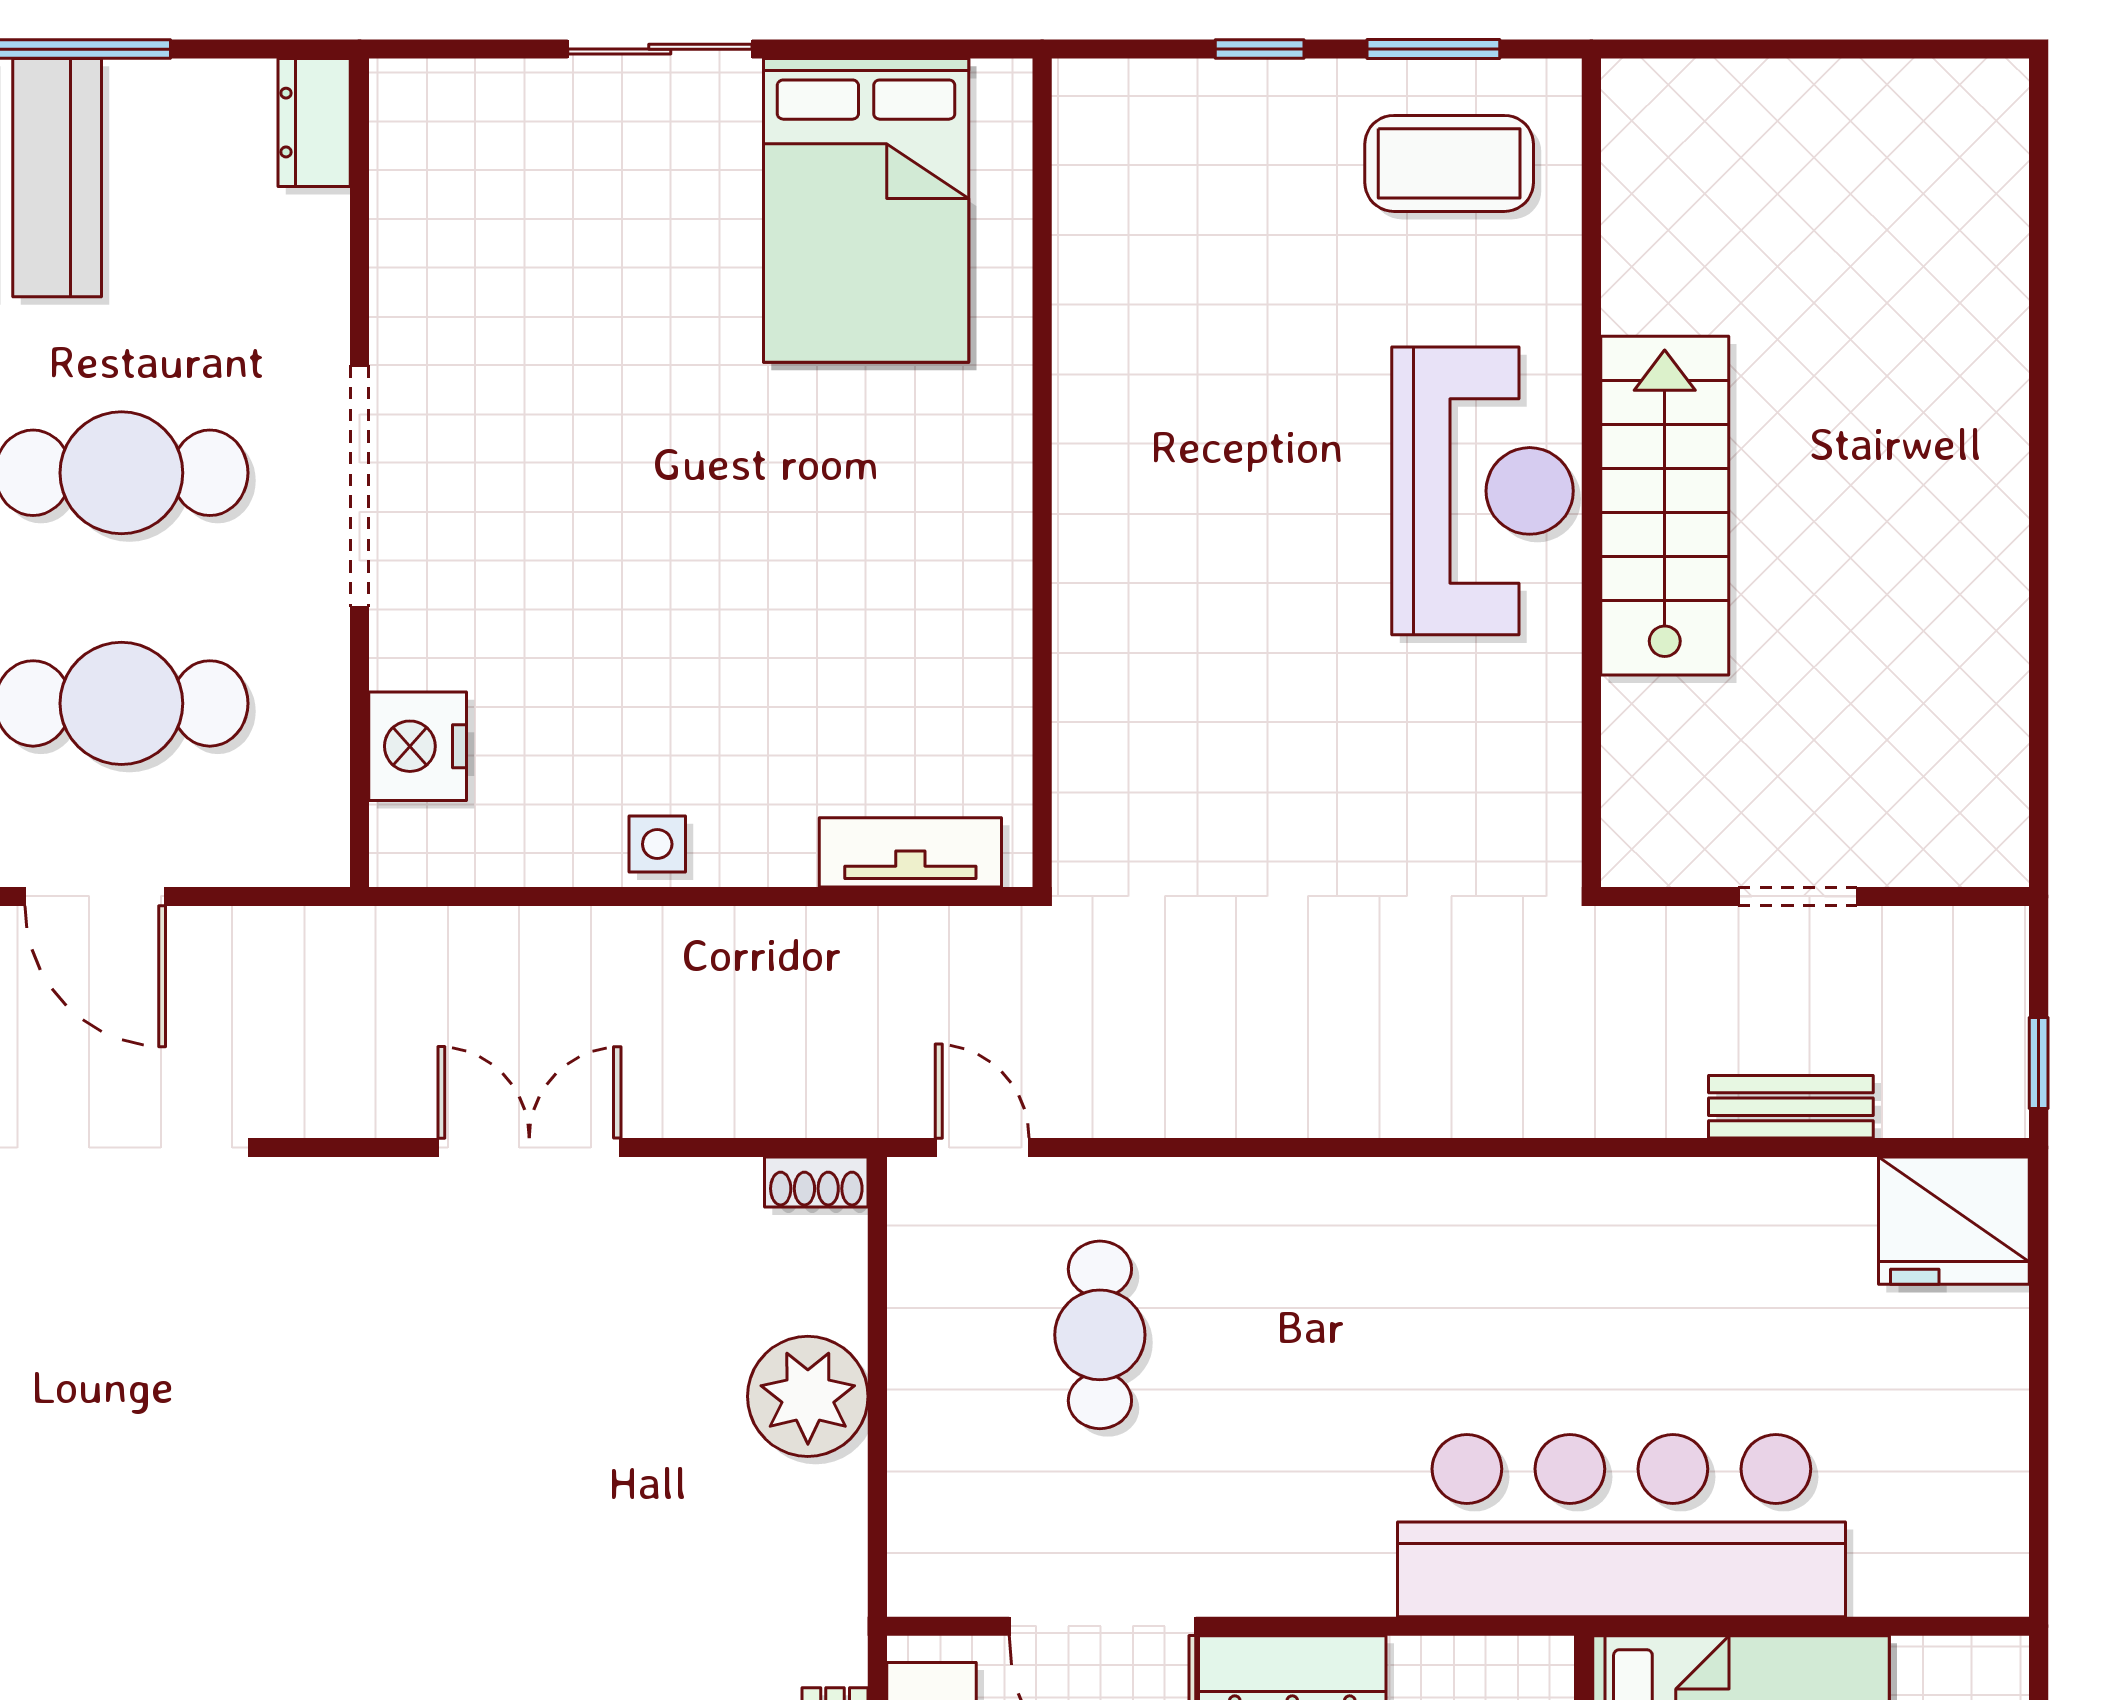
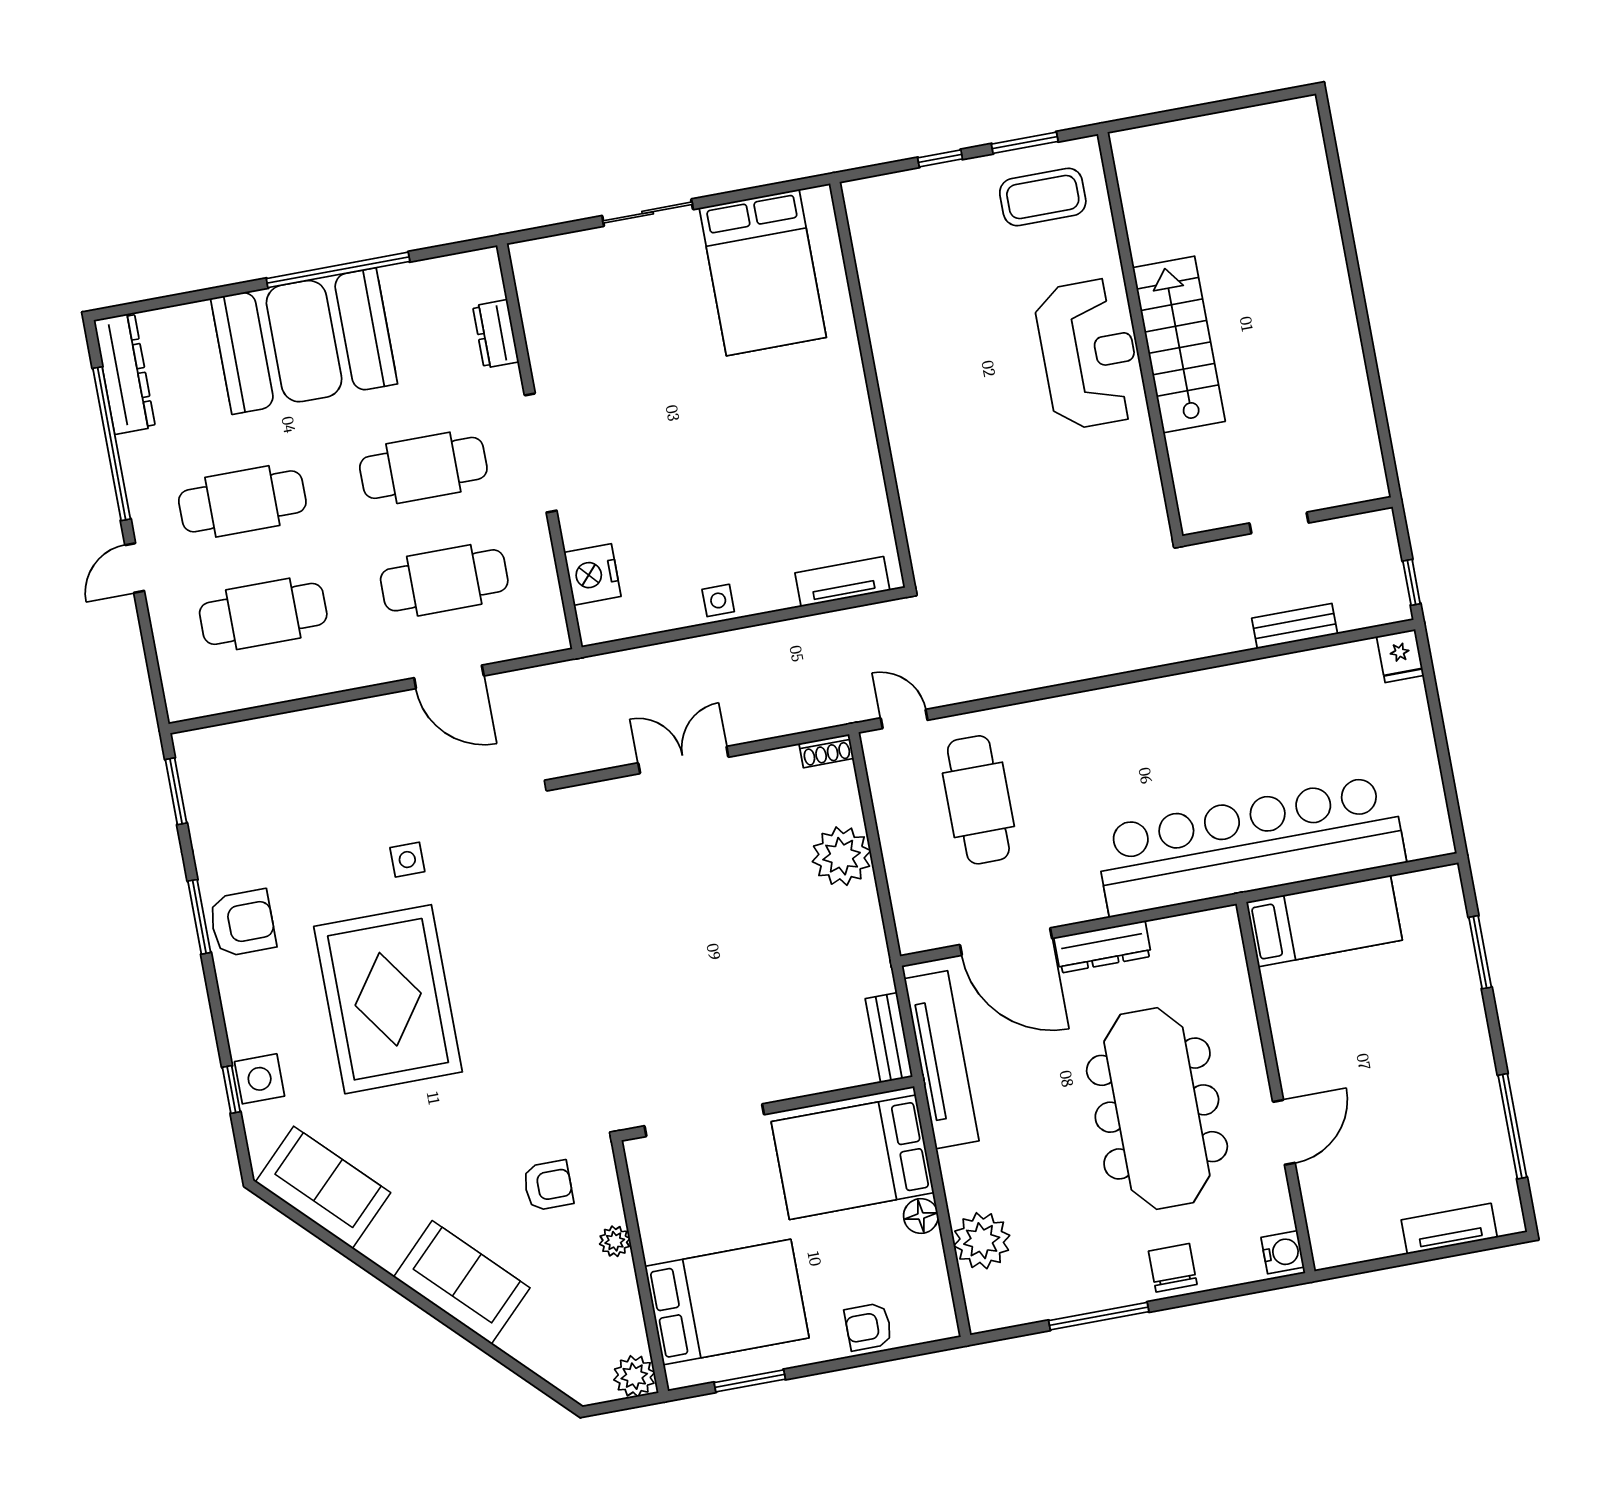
dresser: (314, 123) -> (496, 334), moved
fridge: (1954, 1221) -> (1400, 656), width x0.53, depth x0.75
cafe table: (1100, 1335) -> (978, 800), width x1.37, depth x1.35
bar counter: (1621, 1526) -> (1250, 846), width x1.36

